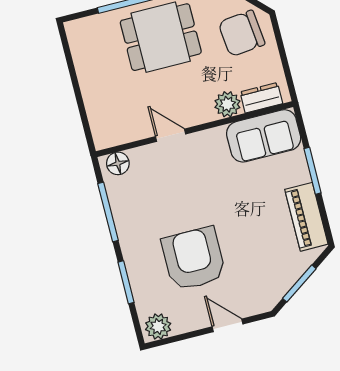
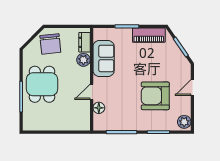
sofa: (264, 136) -> (104, 58), moved
floor lamp: (118, 163) -> (99, 108), moved

